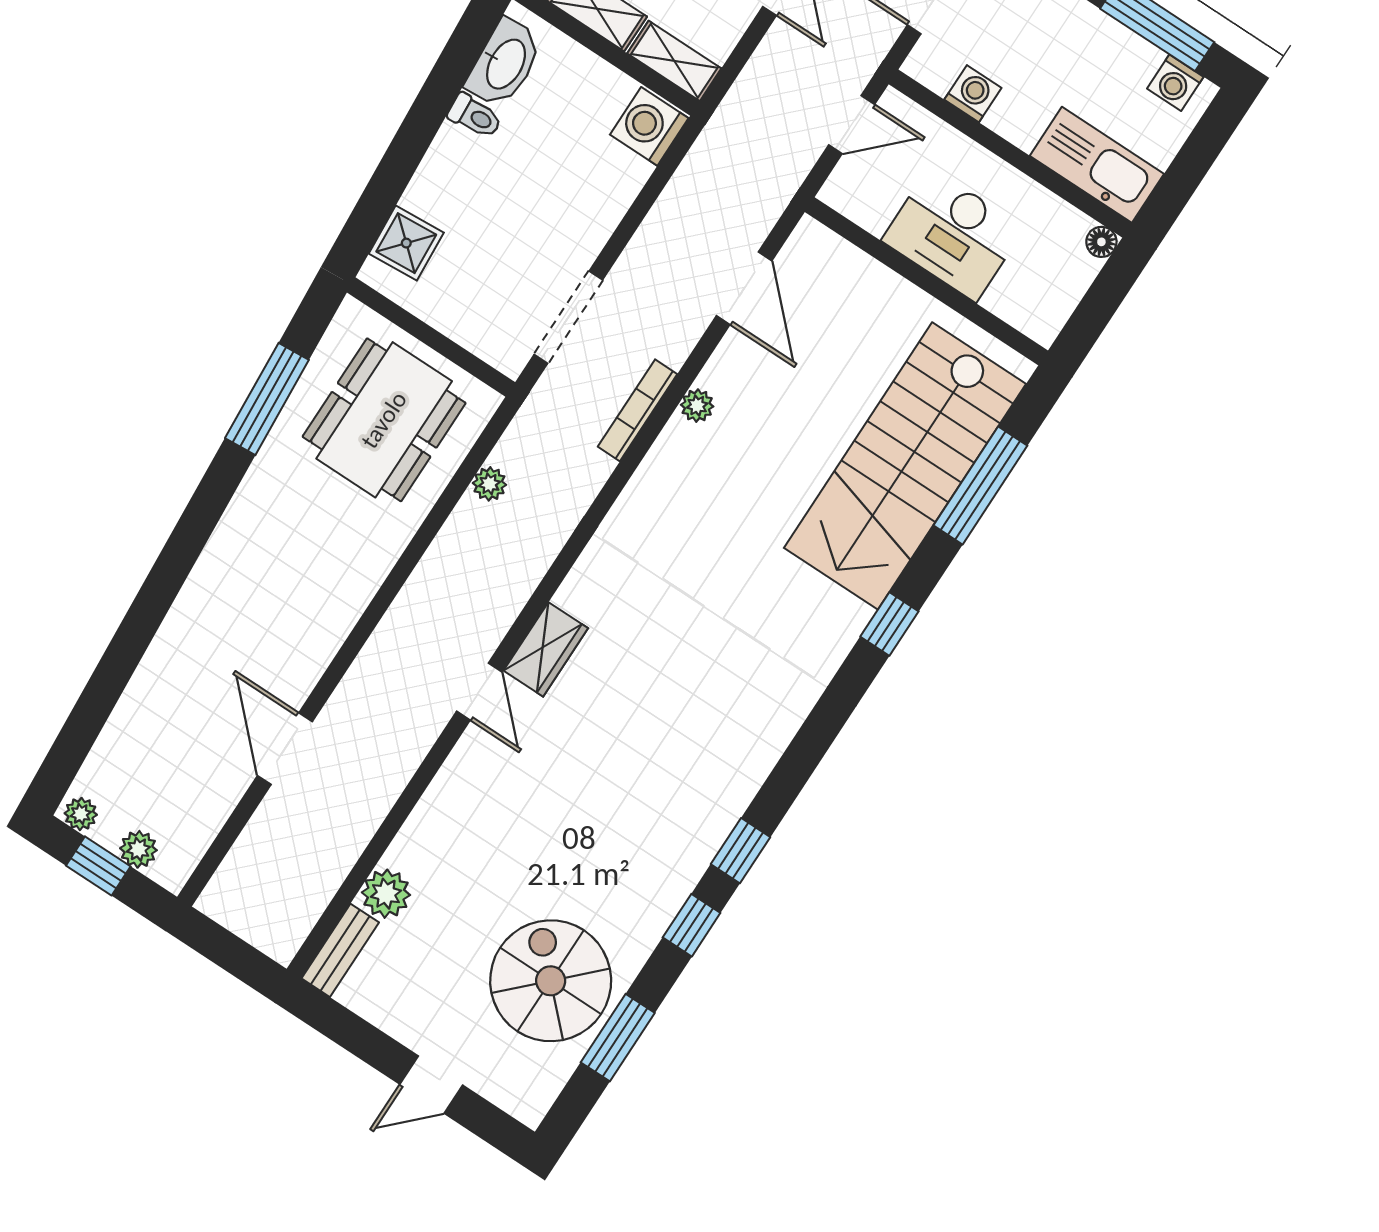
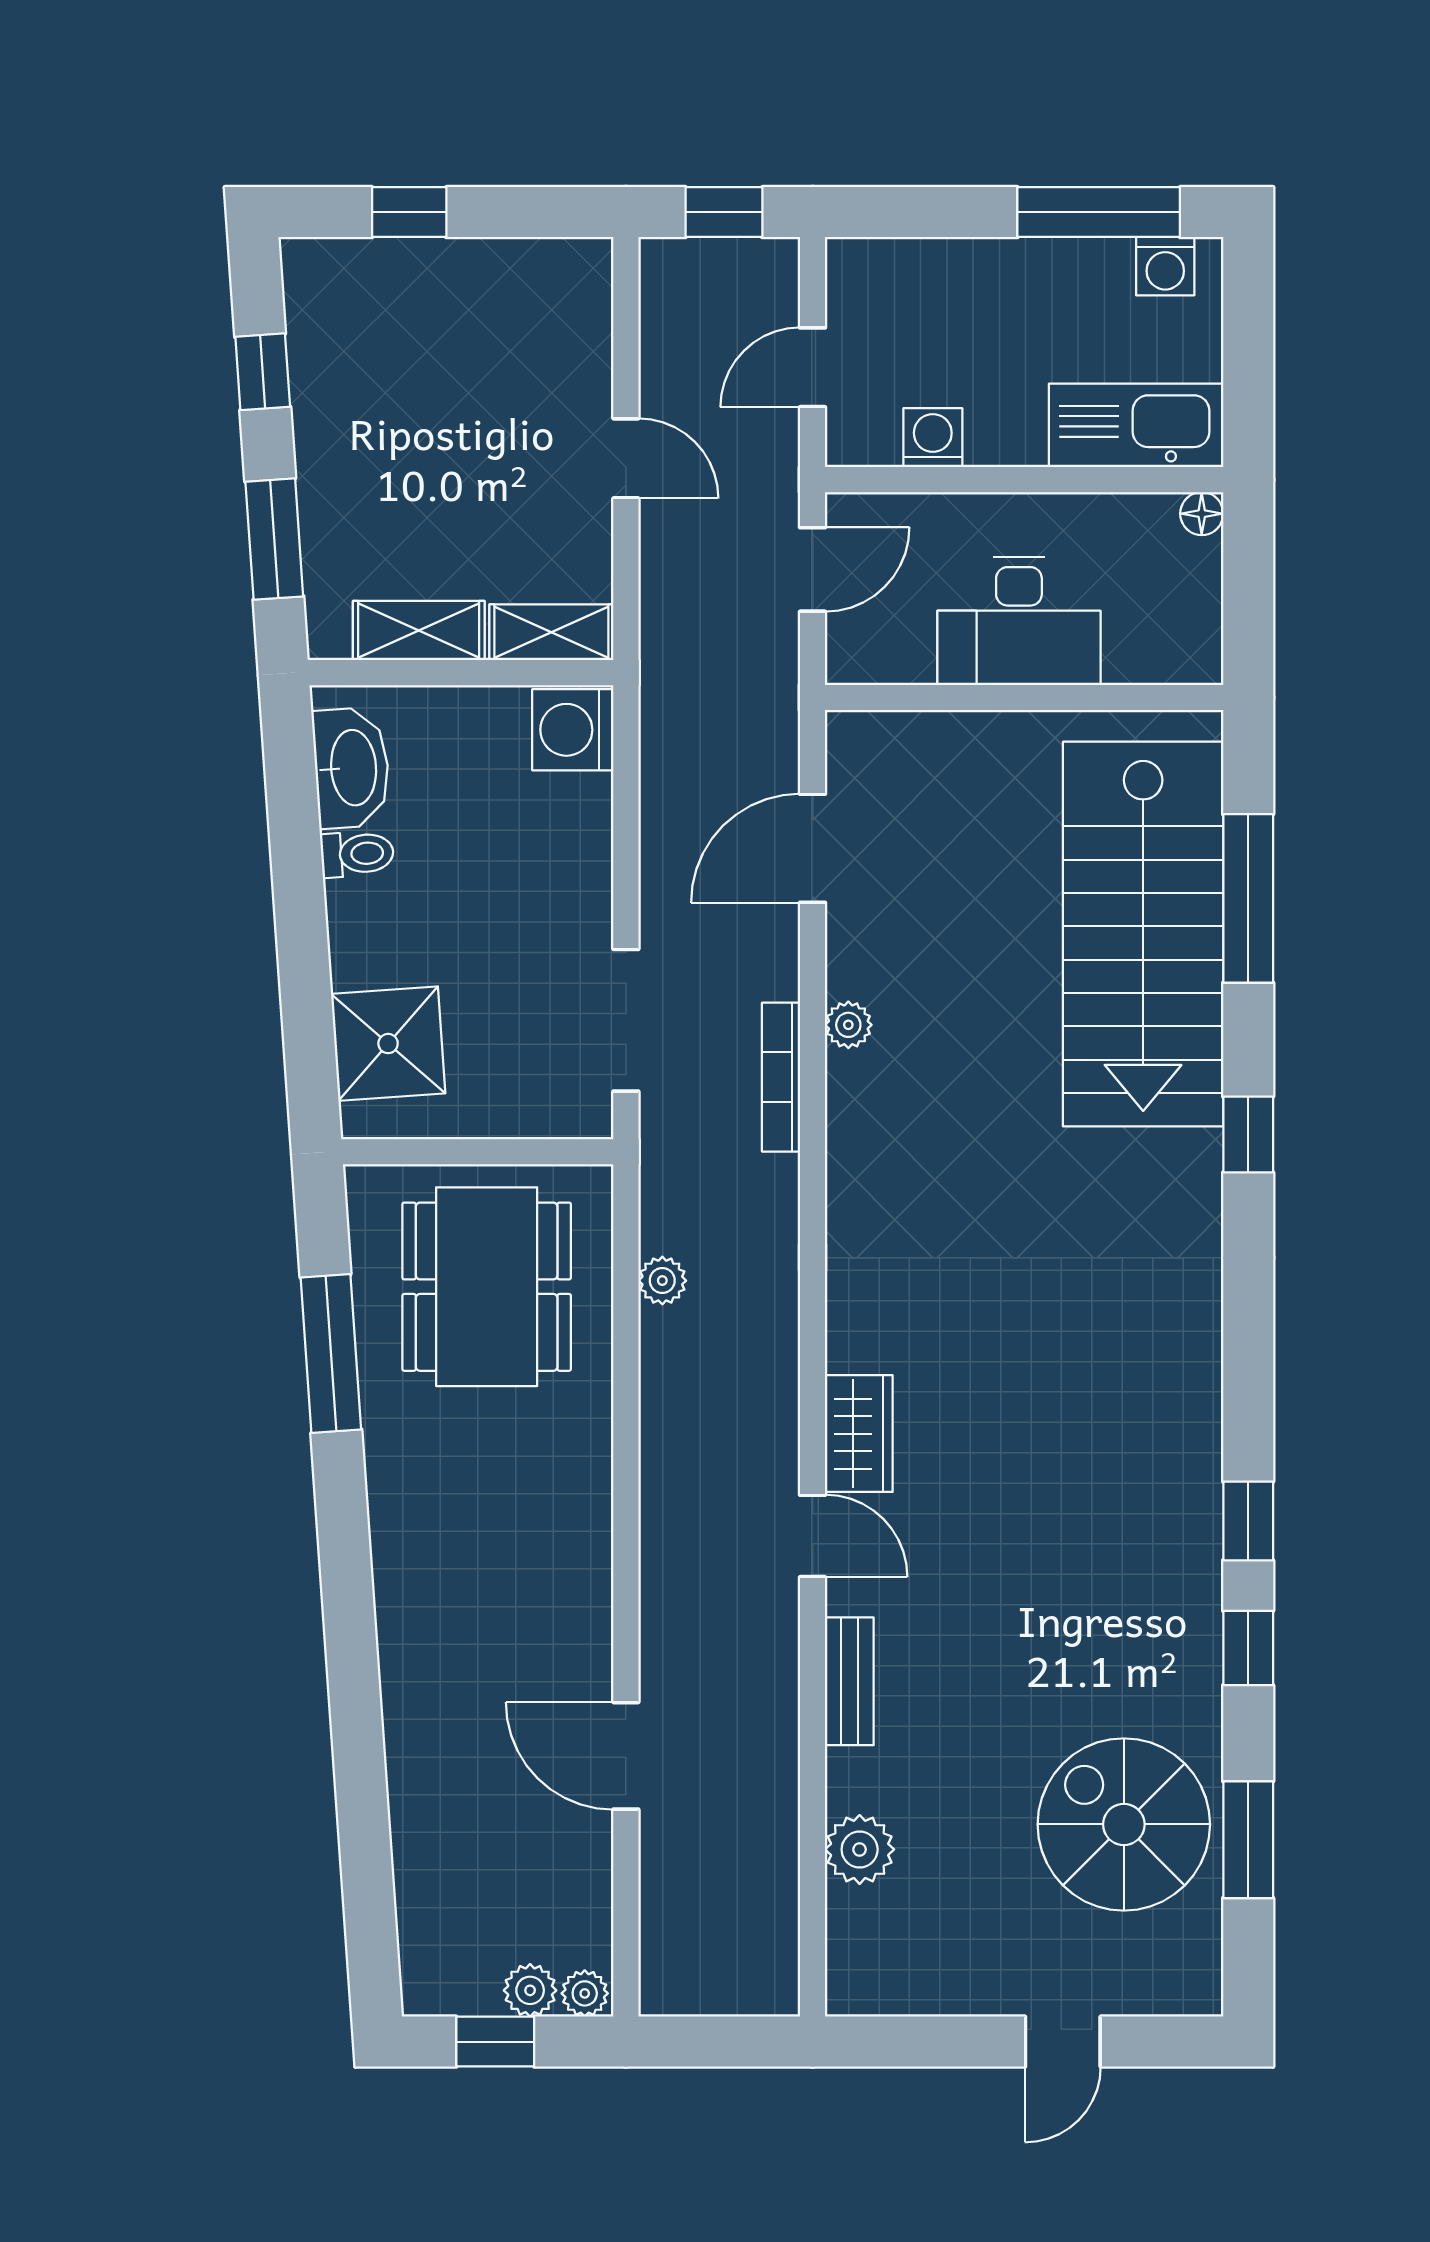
shower: (406, 243) -> (388, 1044), width x1.36, depth x1.36
door: (744, 288) -> (813, 848), swing flipped
plant: (81, 814) -> (585, 1993), moved
bench: (340, 950) -> (849, 1681), moved

